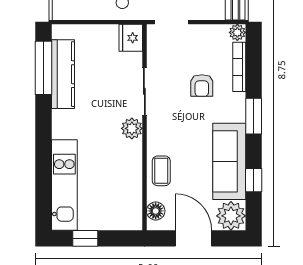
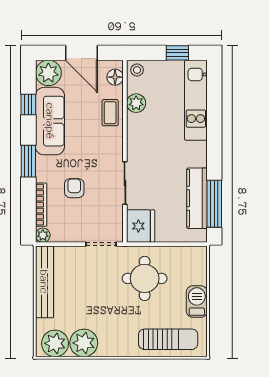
fridge: (131, 38) -> (141, 226), width x1.36, depth x1.34
plant: (132, 128) -> (136, 103), moved
stool: (131, 219) -> (137, 70), added

